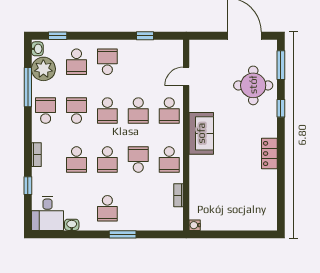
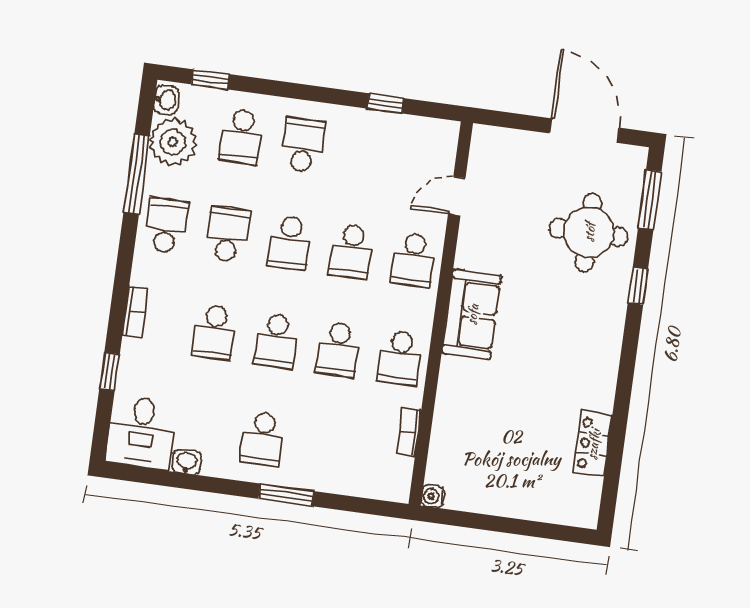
locker: (269, 154) -> (593, 444), moved
school desk: (138, 159) -> (338, 349), turned 180

